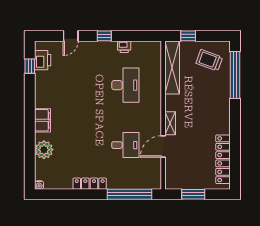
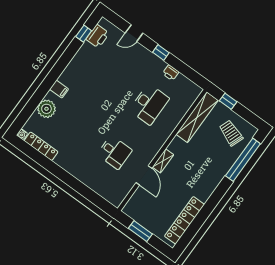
filing cabinet: (43, 120) -> (59, 89), width x0.50
door: (163, 147) -> (144, 175), swing flipped
locker: (90, 184) -> (41, 146), moved
window: (129, 194) -> (89, 194), removed

